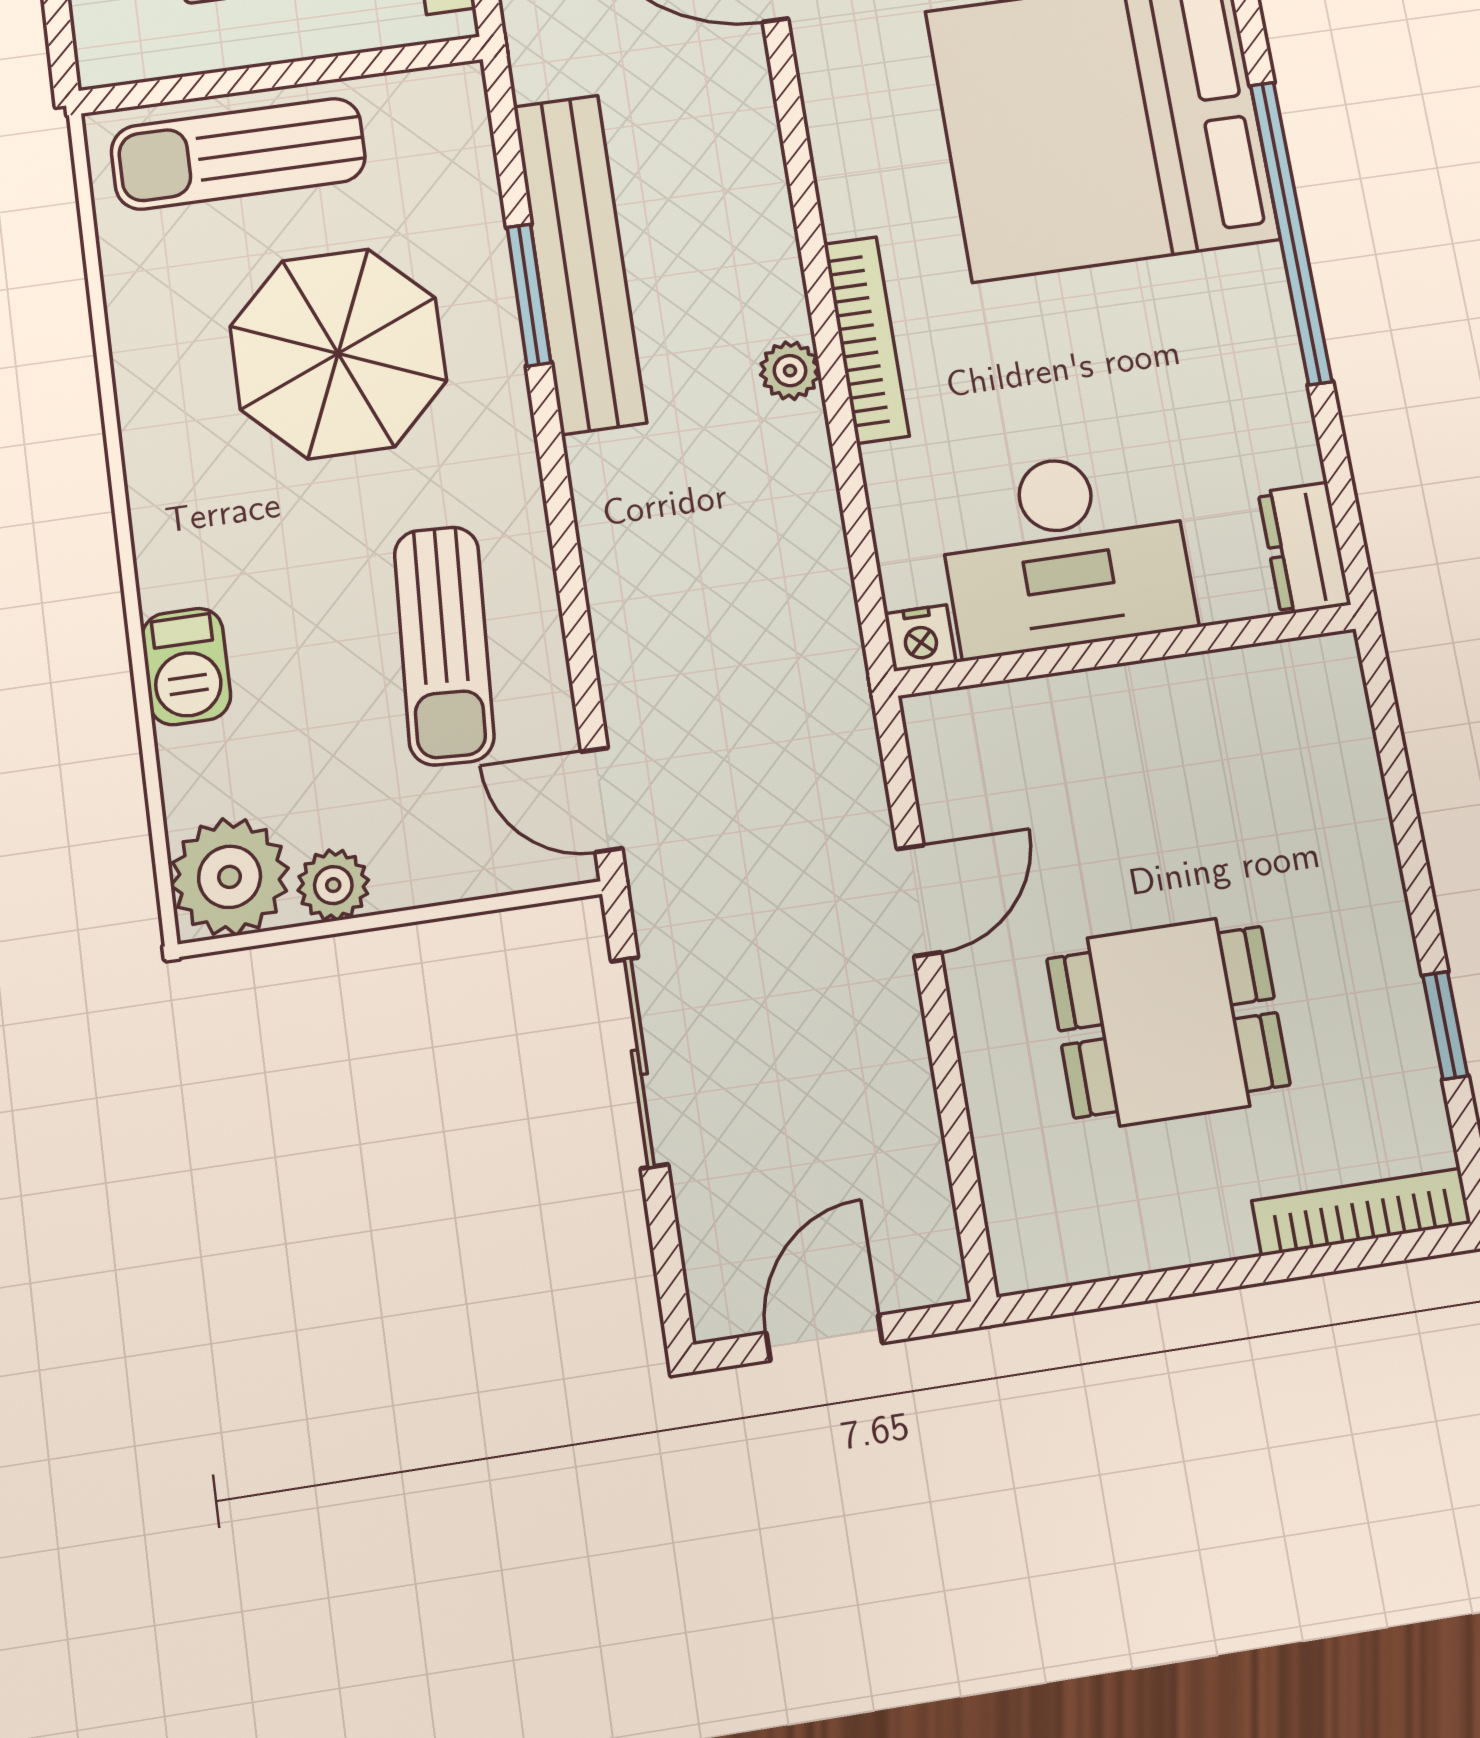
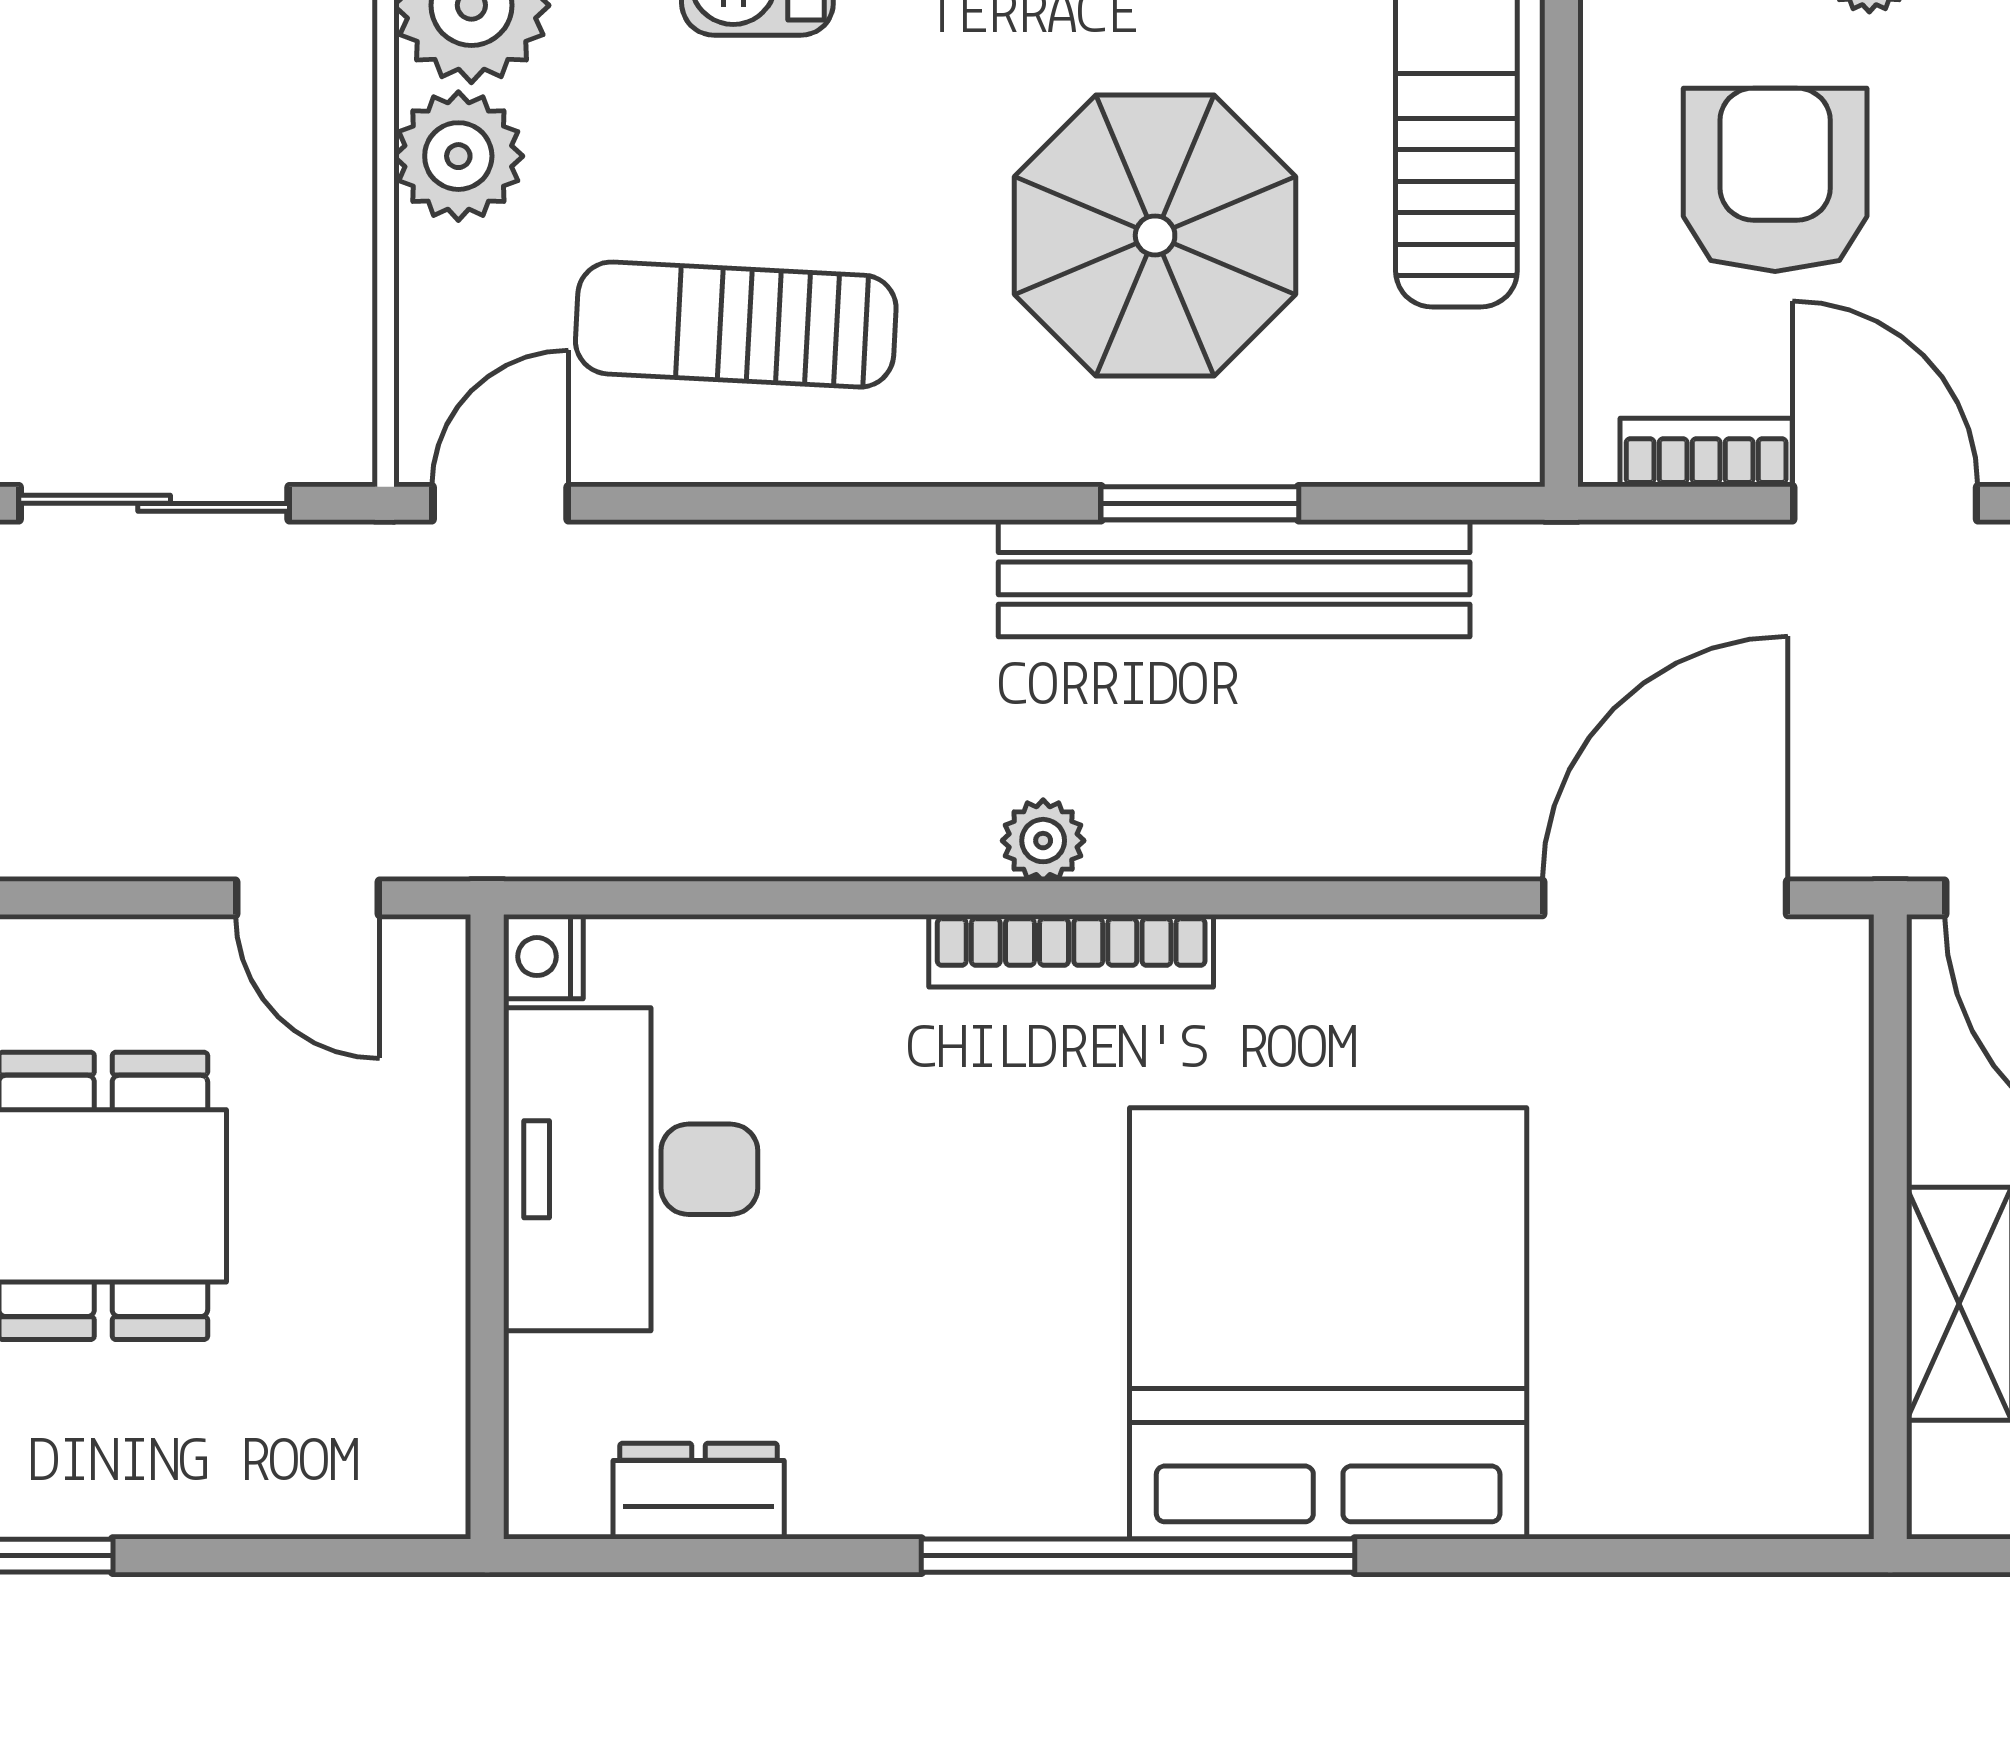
desk: (1065, 552) -> (631, 1169), moved
nightstand: (920, 638) -> (543, 957), moved
wall: (1125, 650) -> (487, 1227), moved
plant: (333, 885) -> (458, 156), width x1.38, depth x1.38

